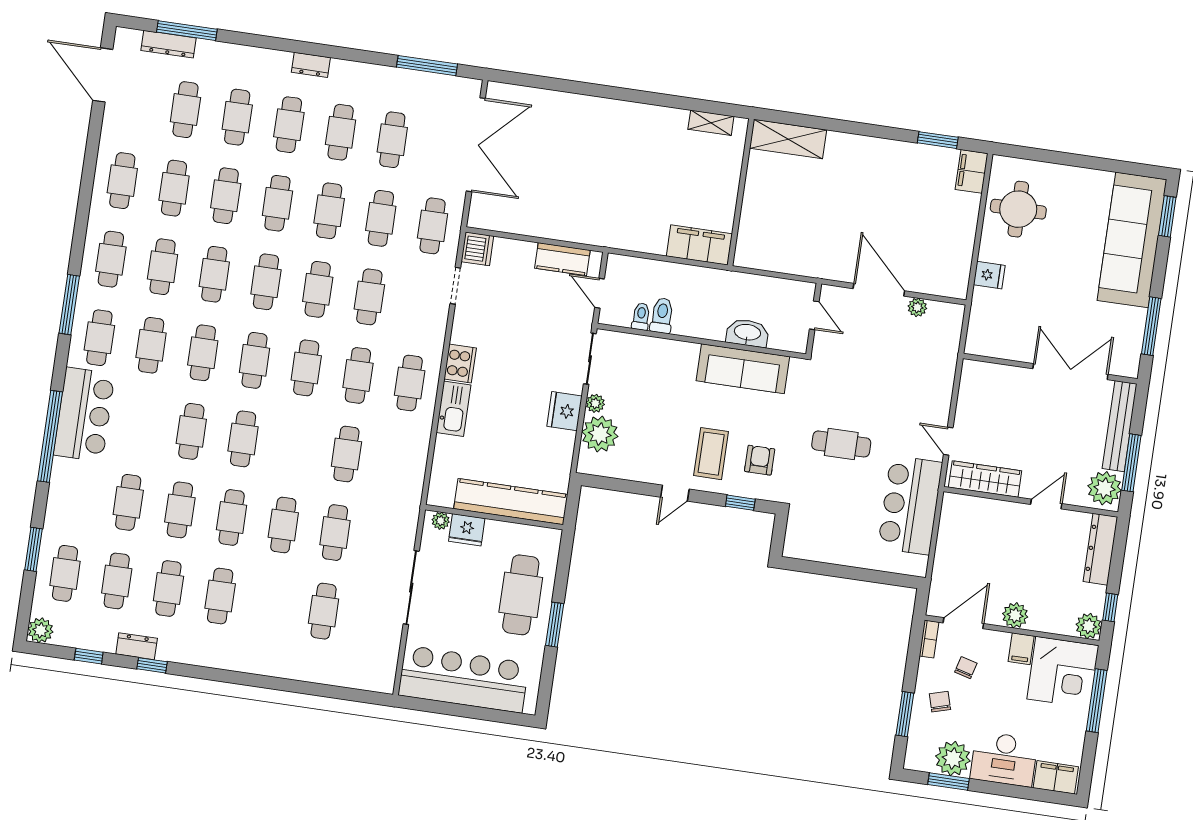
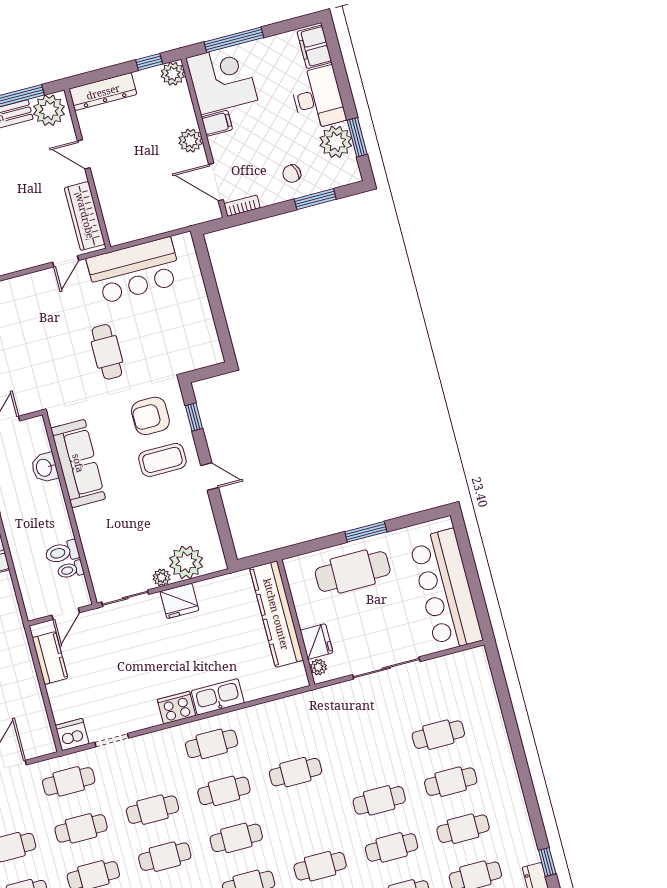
washbasin: (747, 333) -> (45, 468), width x0.72
armchair: (760, 460) -> (150, 416), width x1.38, depth x1.38
cafe table: (335, 533) -> (451, 782), moved
chair: (966, 668) -> (253, 164), removed

